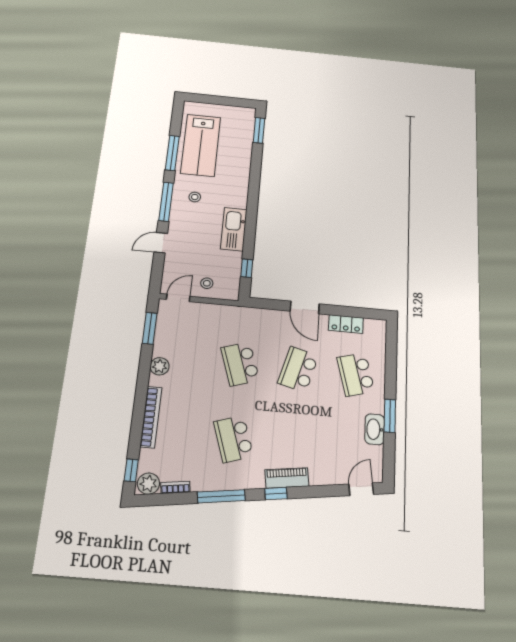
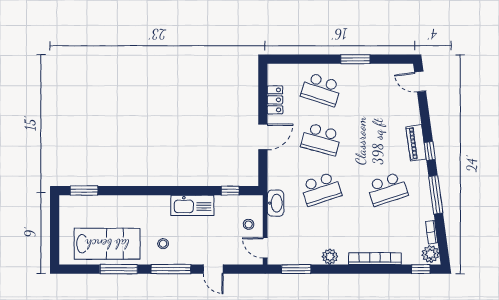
school desk: (356, 375) -> (321, 89), turned 33
washbasin: (375, 429) -> (276, 203), moved, turned -90

